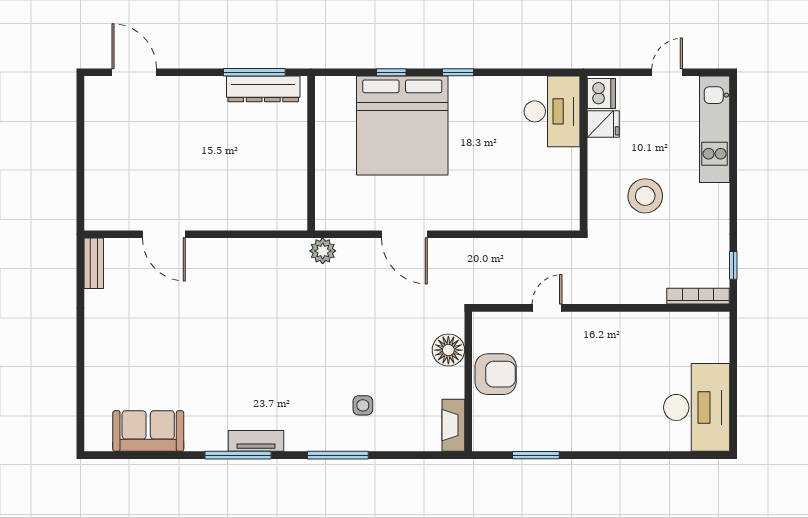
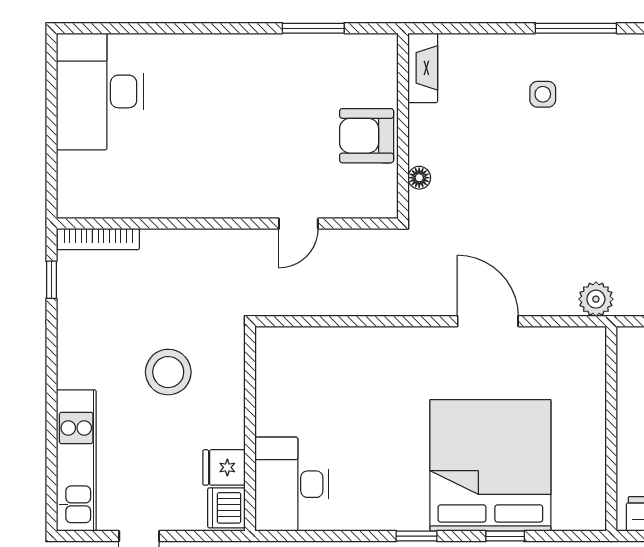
floor lamp: (448, 350) -> (419, 178), width x0.53, depth x0.53

